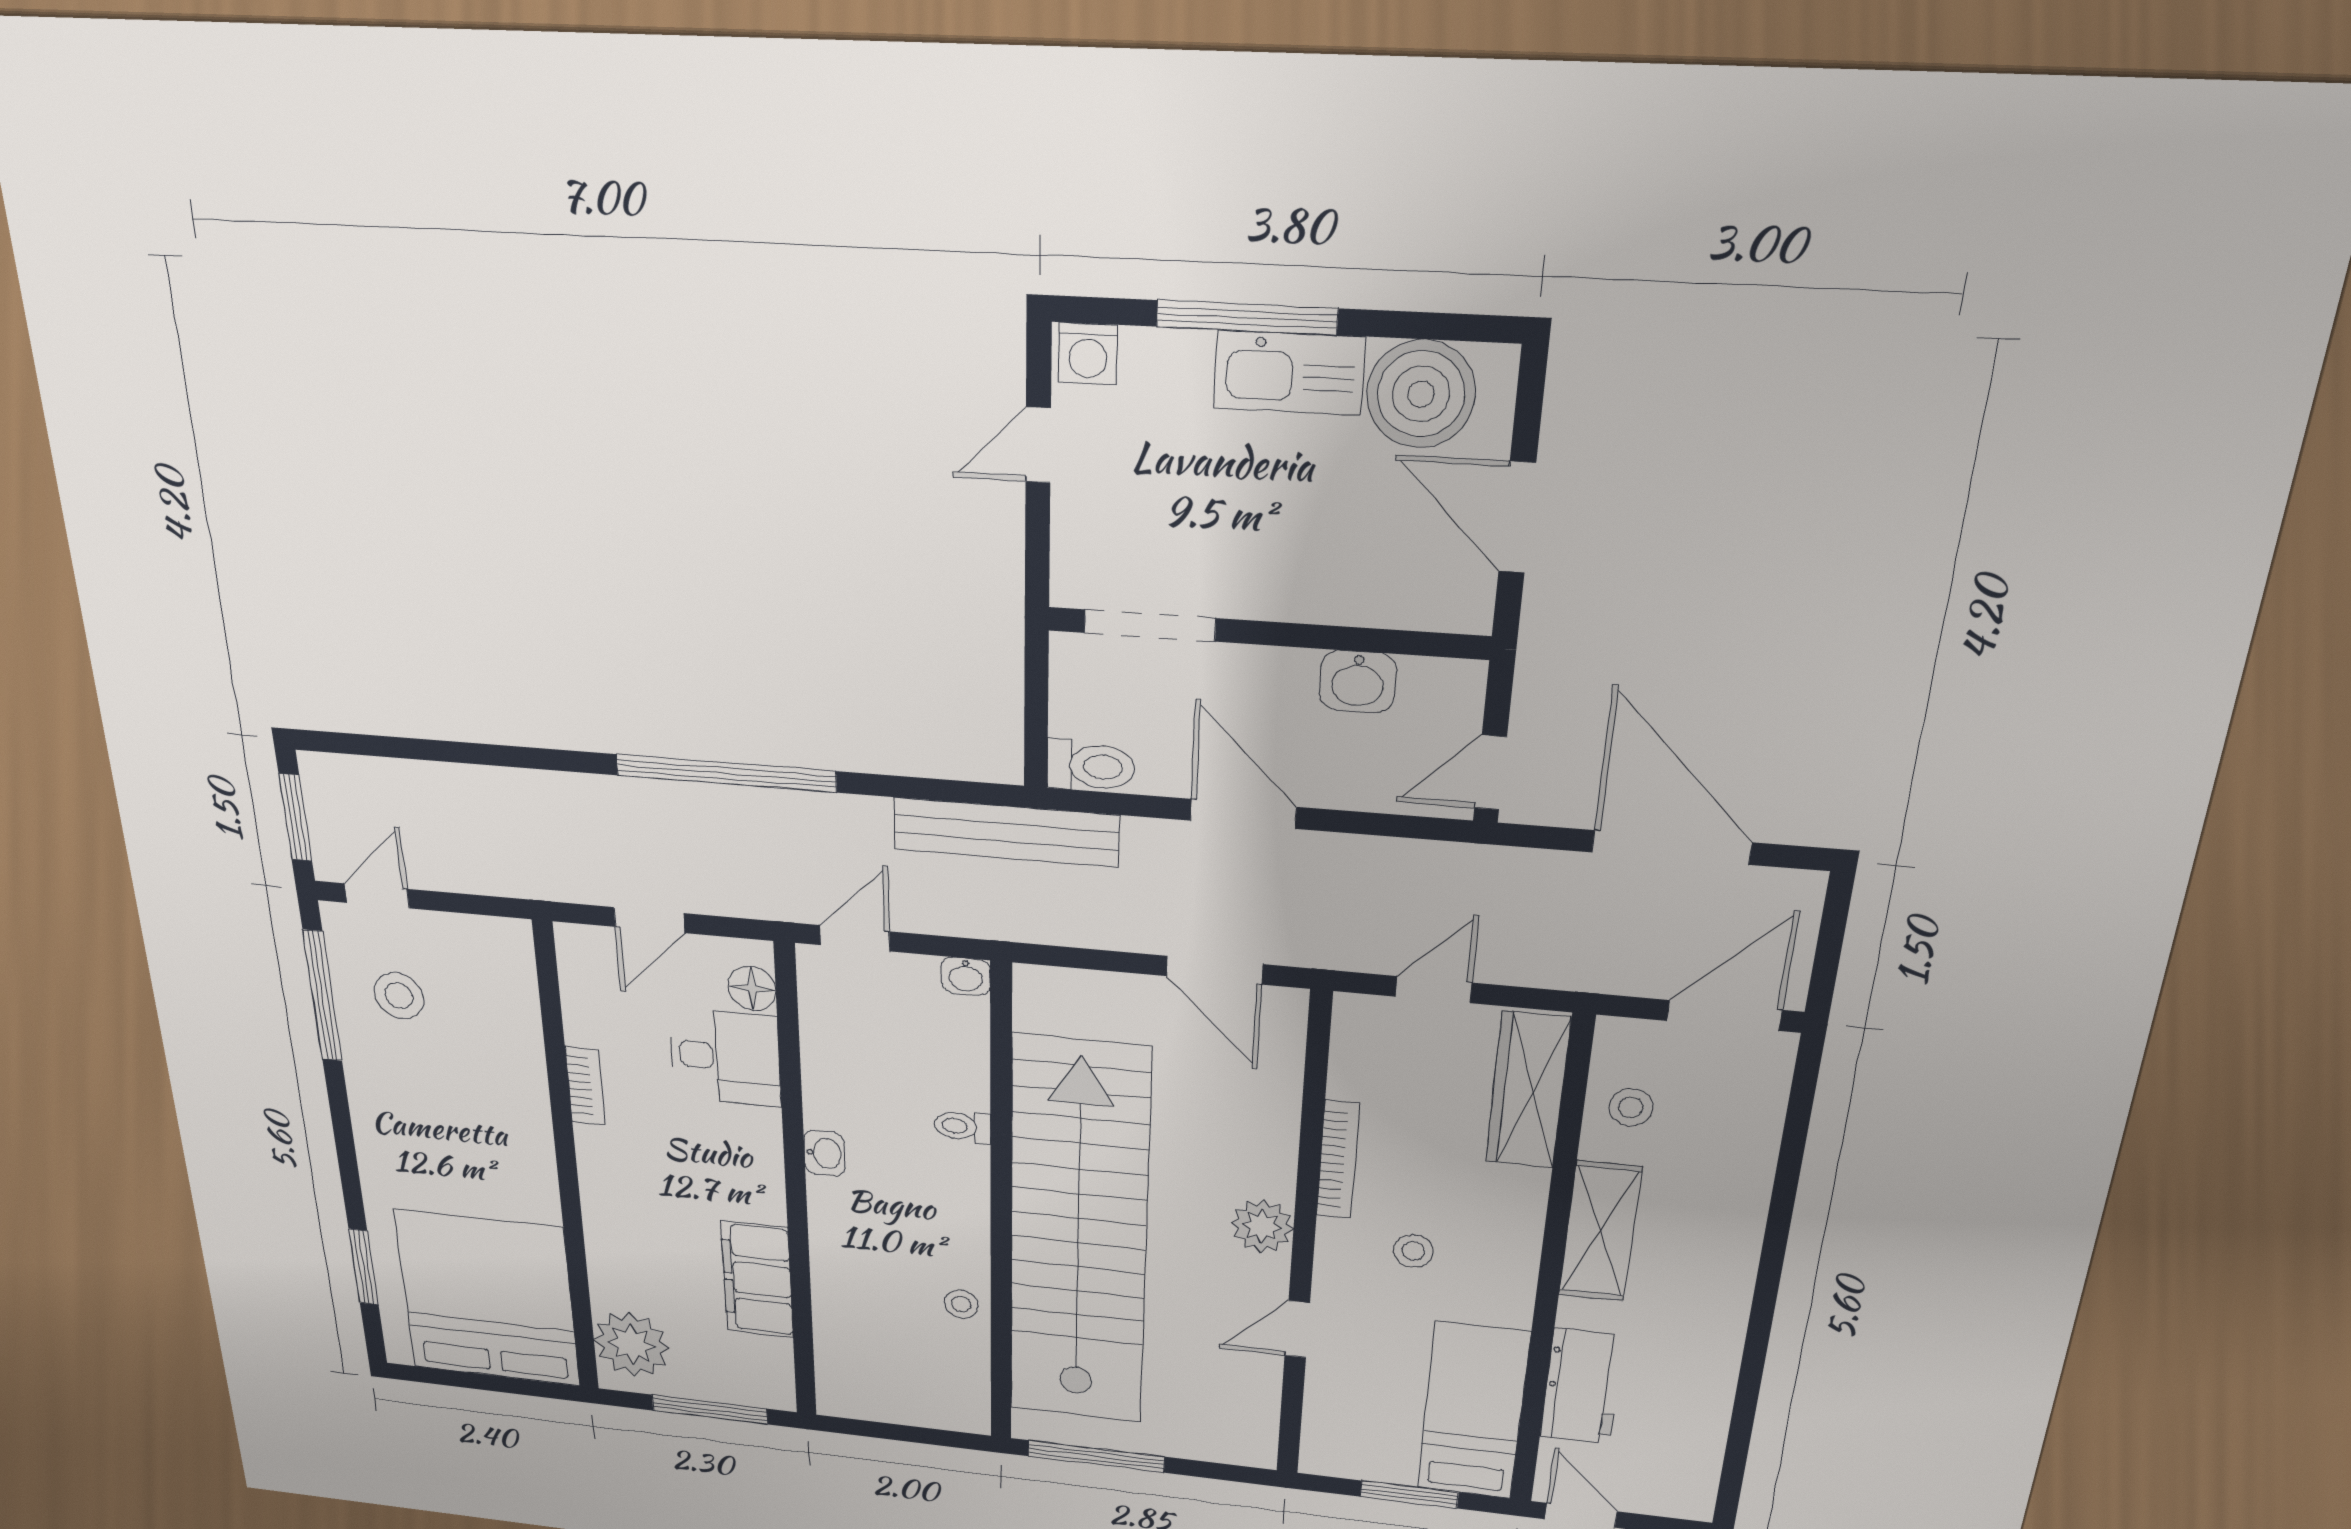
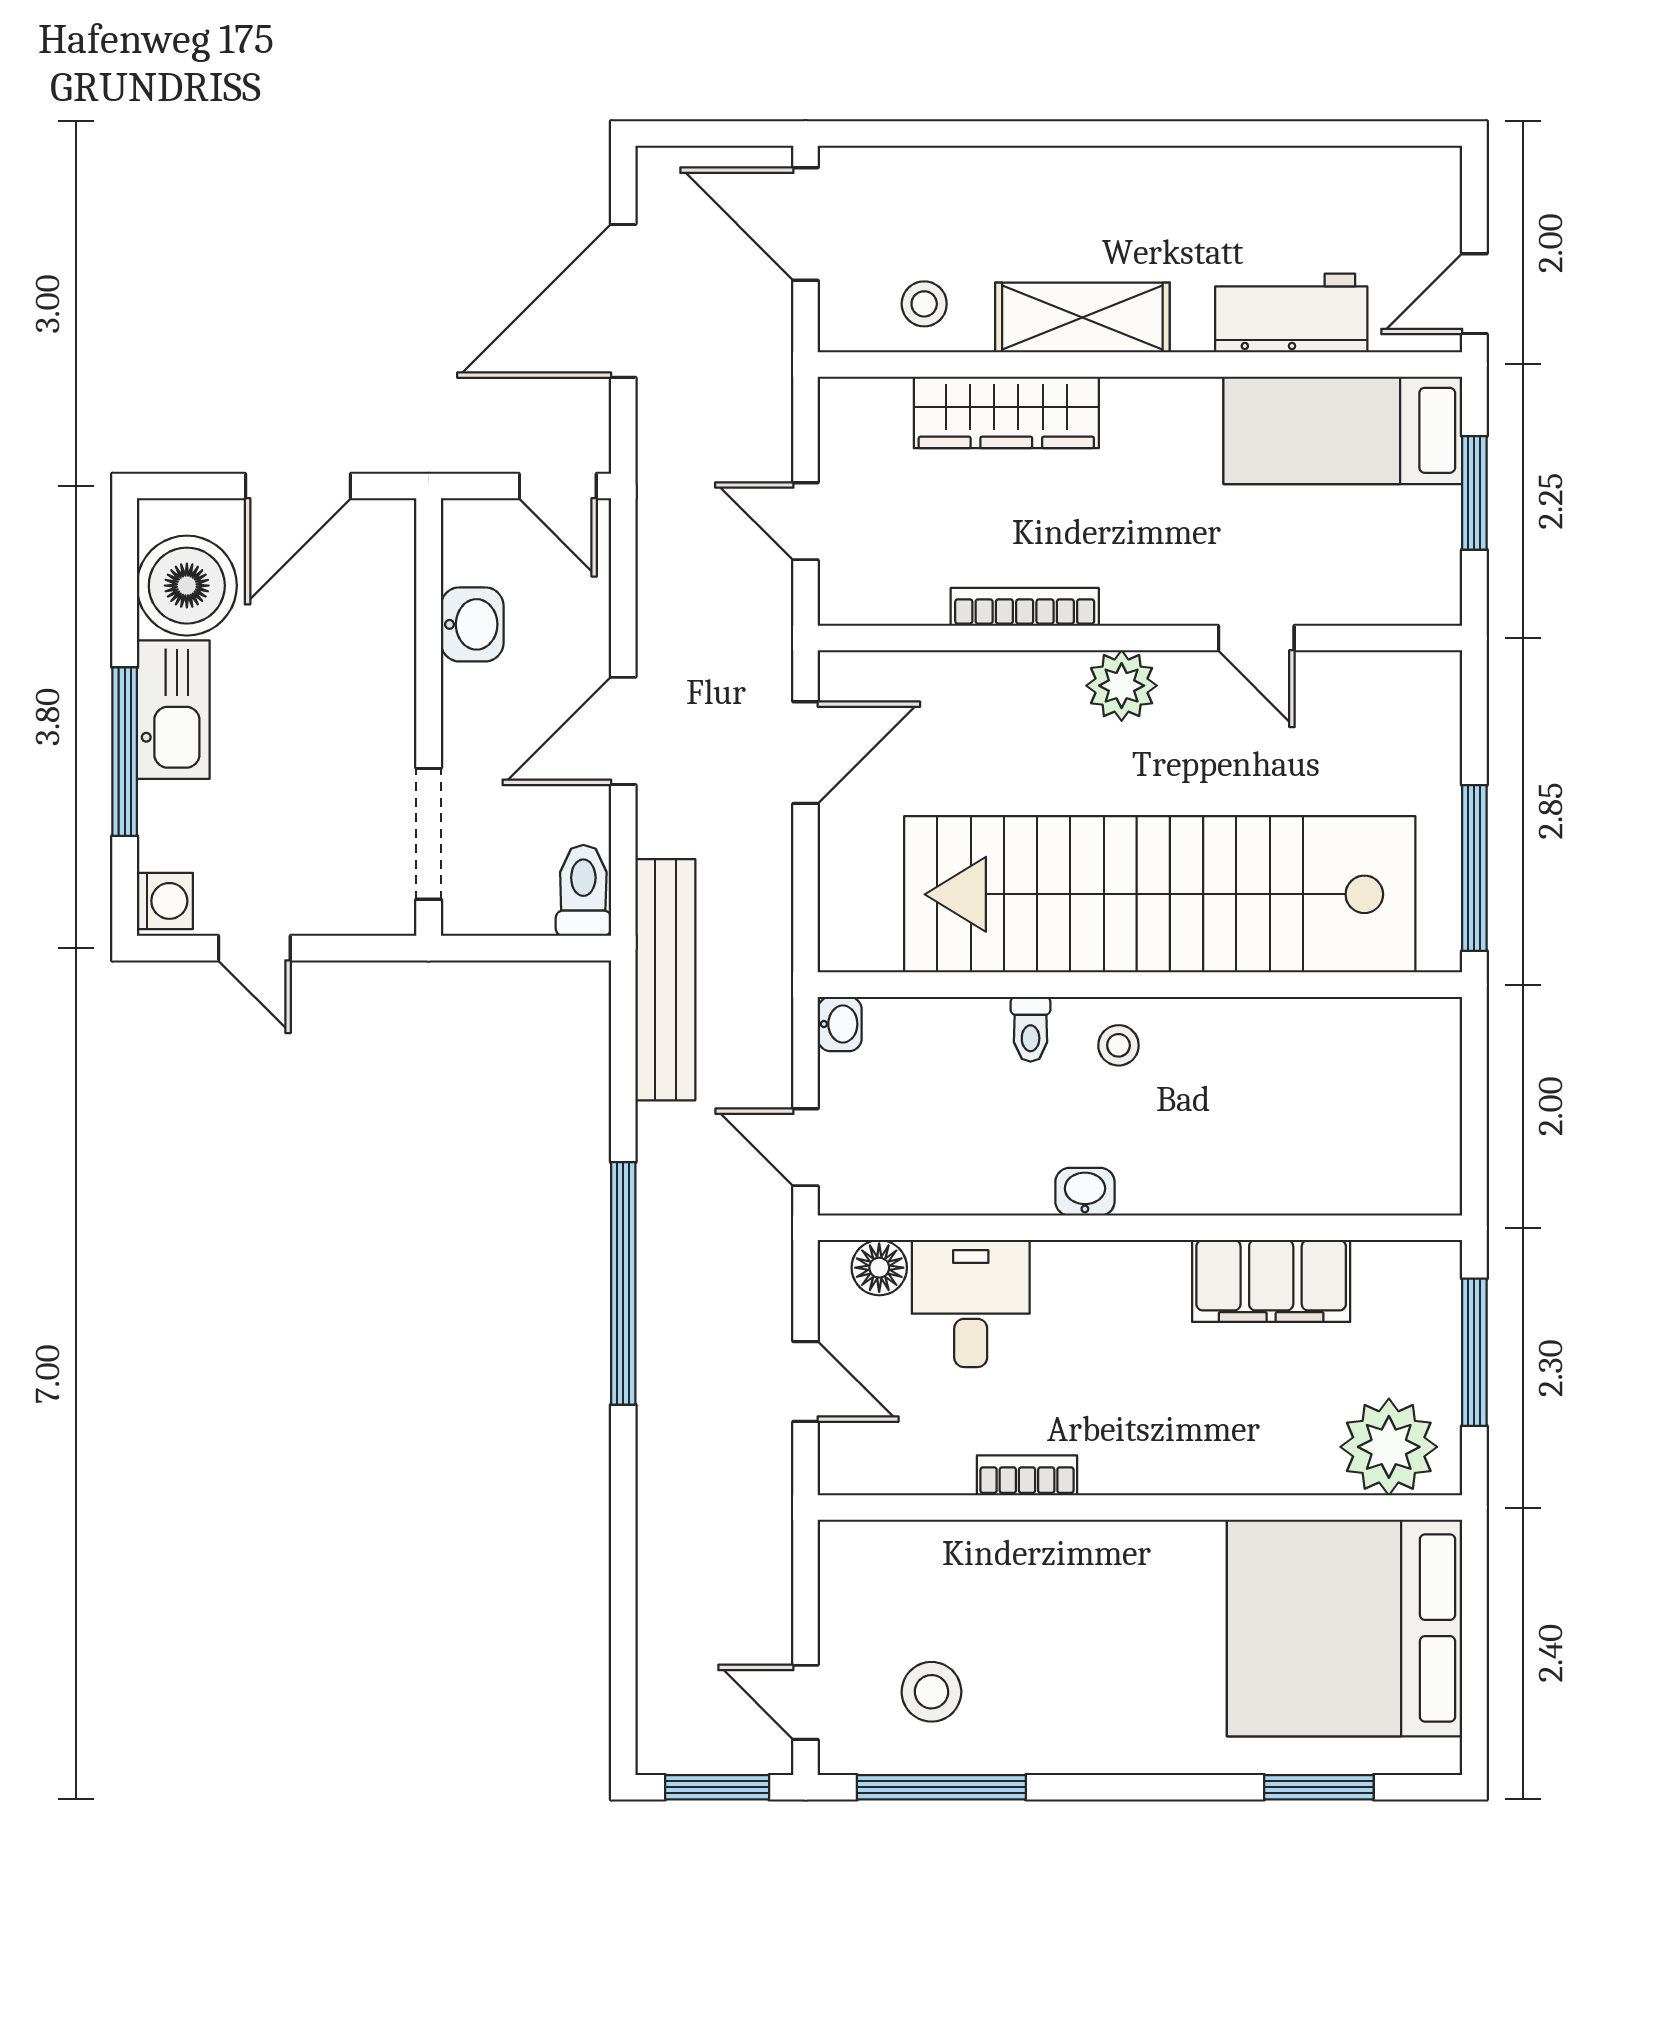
wardrobe: (1528, 1090) -> (1006, 412), moved
stool: (1413, 1251) -> (1133, 516), removed
stool: (961, 1304) -> (1118, 1045), moved

